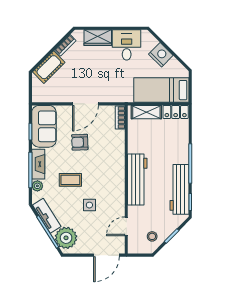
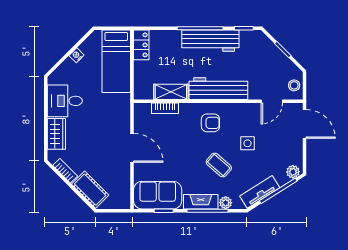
nightstand: (161, 55) -> (77, 55), width x0.53, depth x0.56
shelving: (146, 112) -> (171, 92), moved, turned 90
bookcase: (120, 118) -> (165, 108), moved
armchair: (80, 142) -> (210, 123), moved, turned -88
coffee table: (70, 180) -> (219, 165), turned -49
workbench: (179, 189) -> (210, 41), moved
door: (126, 226) -> (272, 101), hinge flipped
stool: (152, 236) -> (294, 85), moved
plant: (66, 238) -> (293, 172), width x0.53, depth x0.53

